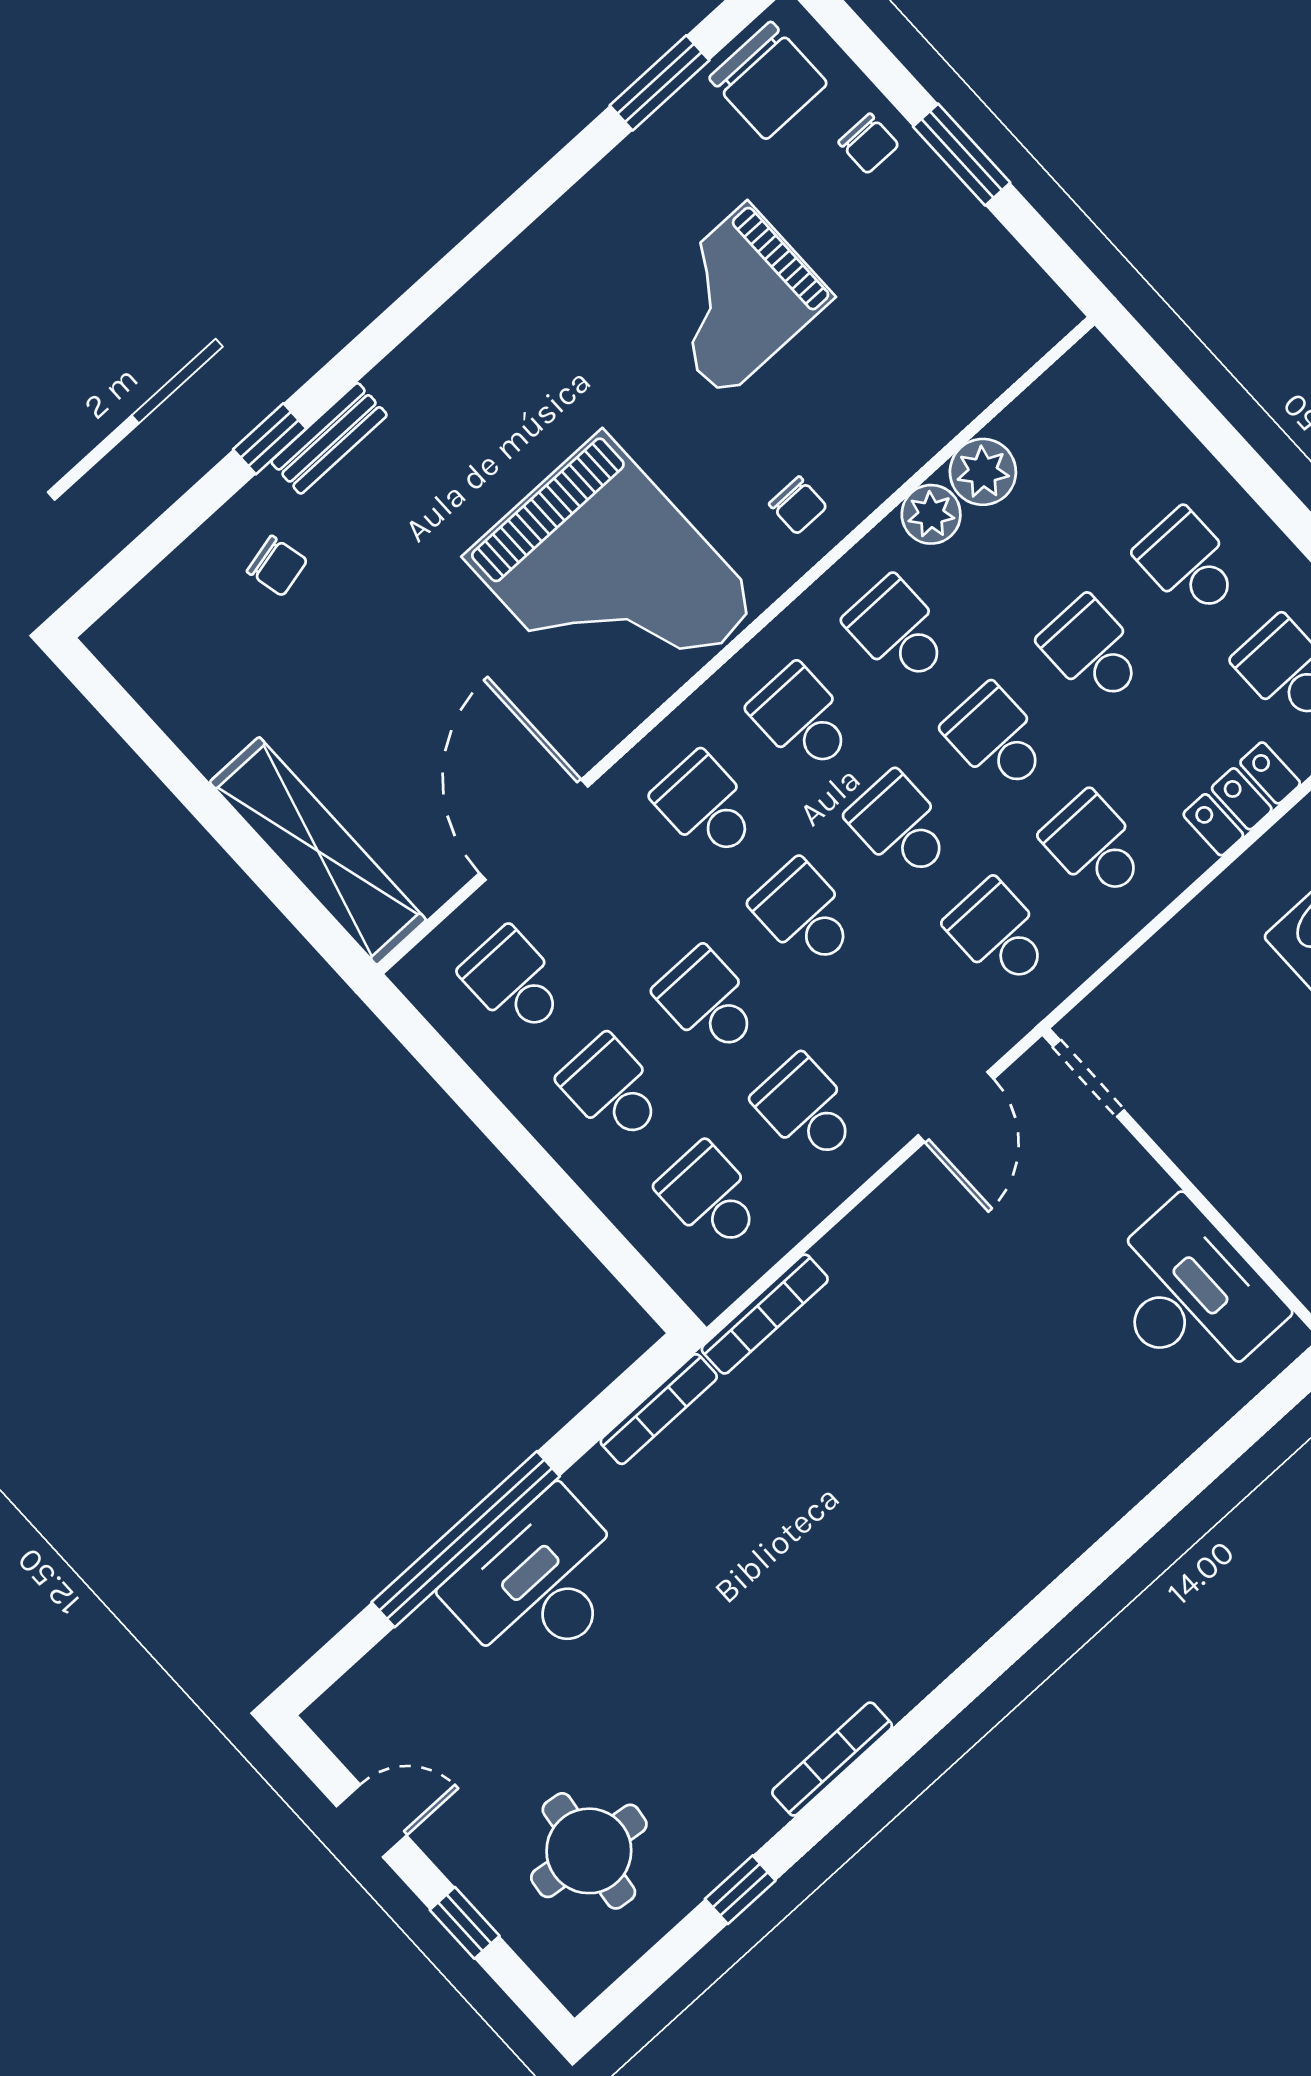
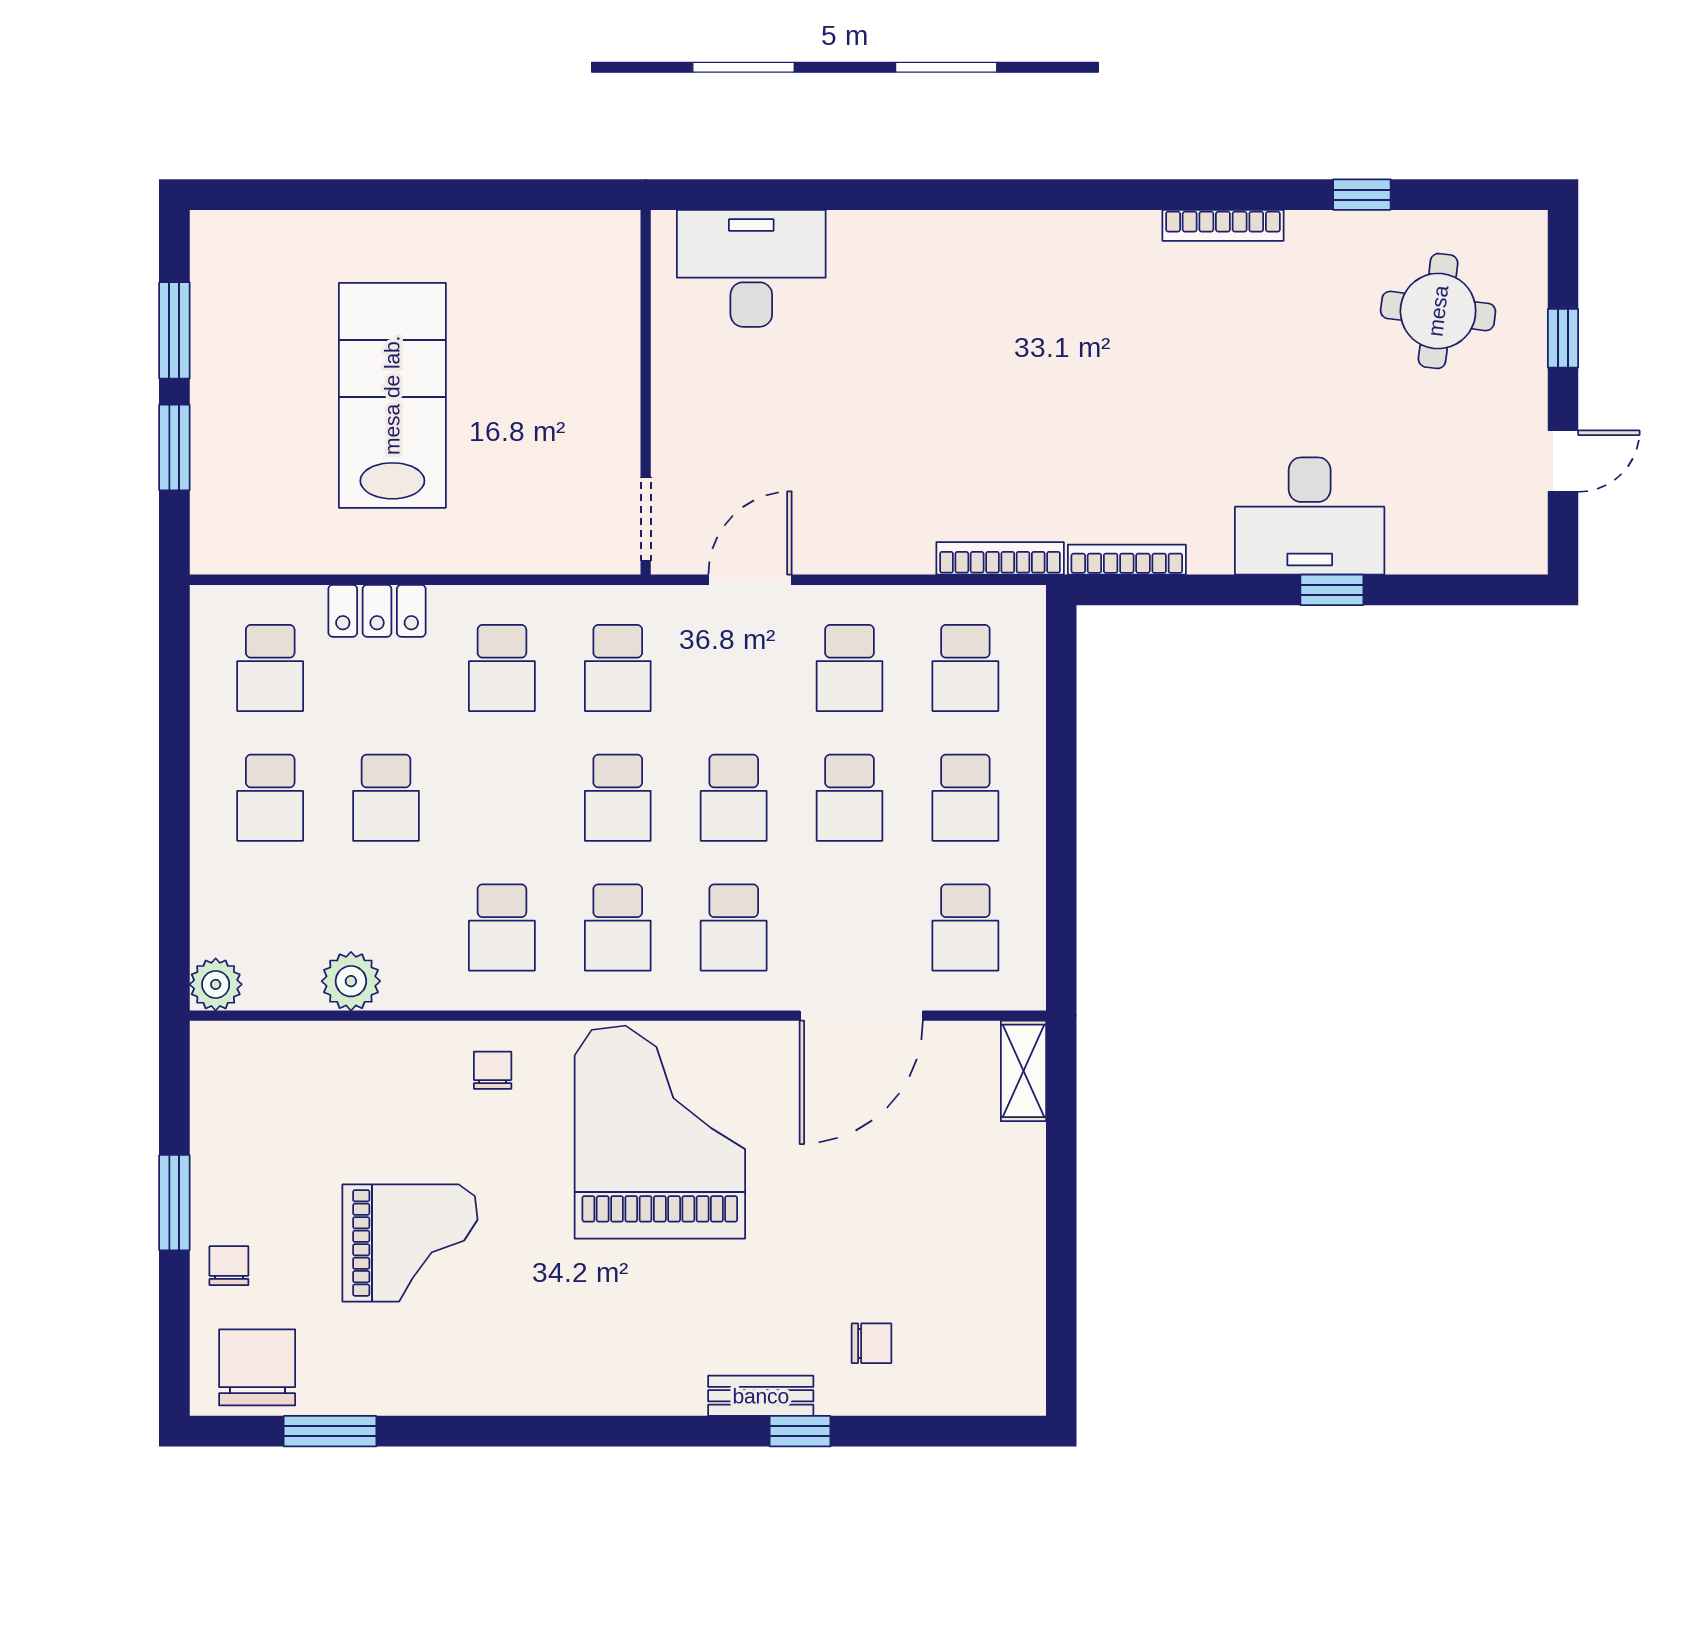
plant: (931, 514) -> (216, 984), moved
chair: (277, 566) -> (871, 1343), turned 103
school desk: (997, 738) -> (502, 798), removed
shelving: (318, 851) -> (1023, 1071), width x0.45, depth x0.75
desk: (1190, 1295) -> (751, 268), moved, turned 90
window: (466, 1539) -> (1332, 590), width x0.32
door: (372, 1821) -> (1563, 461), swing flipped

